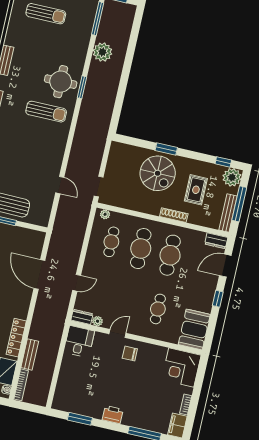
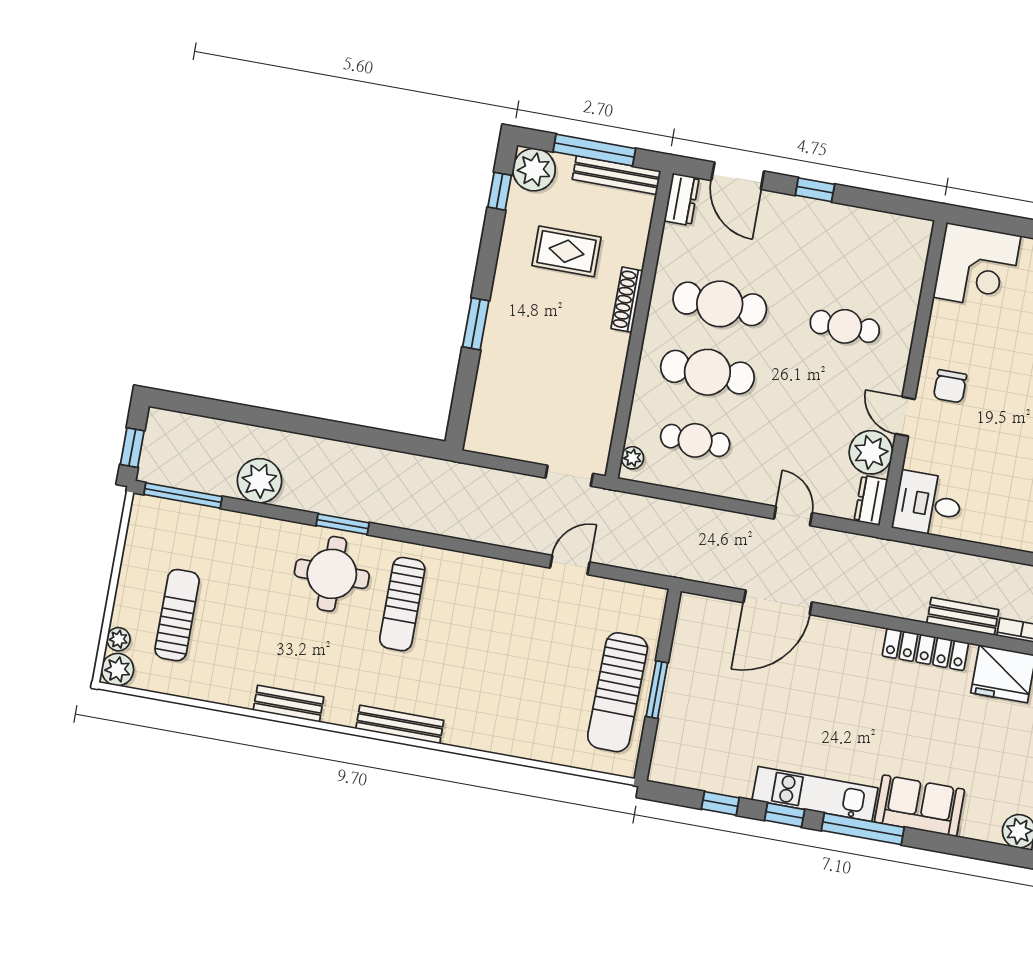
sun lounger: (46, 112) -> (402, 604), turned 180
spiral stairs: (158, 173) -> (532, 341), removed
plant: (97, 321) -> (871, 452), width x1.88, depth x1.88
booth: (194, 329) -> (888, 241), removed

